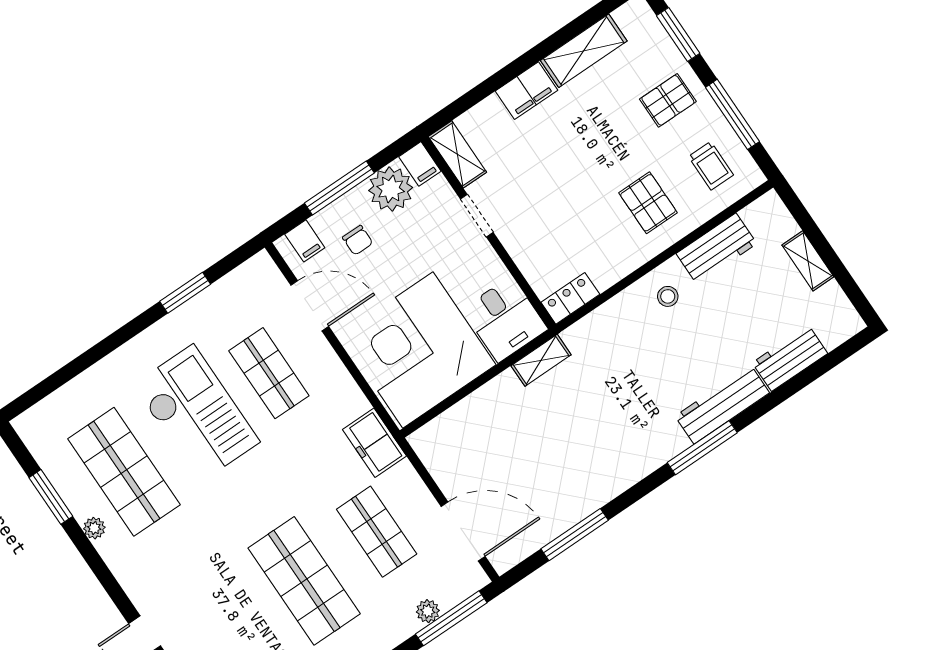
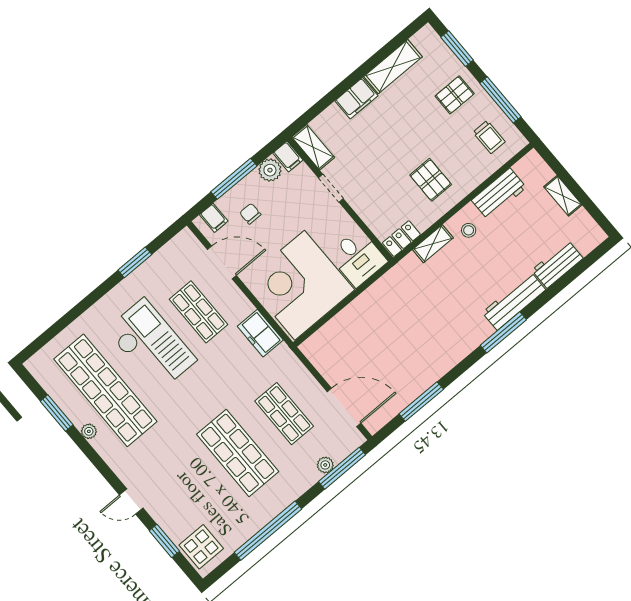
plant: (391, 189) -> (270, 170), width x0.73, depth x0.73
pallet: (648, 203) -> (431, 180), moved
chair: (358, 240) -> (250, 214), turned 180
shelving: (541, 360) -> (433, 244), moved
freezer: (375, 443) -> (260, 333), moved
shop shelf: (124, 472) -> (105, 390), width x1.40

